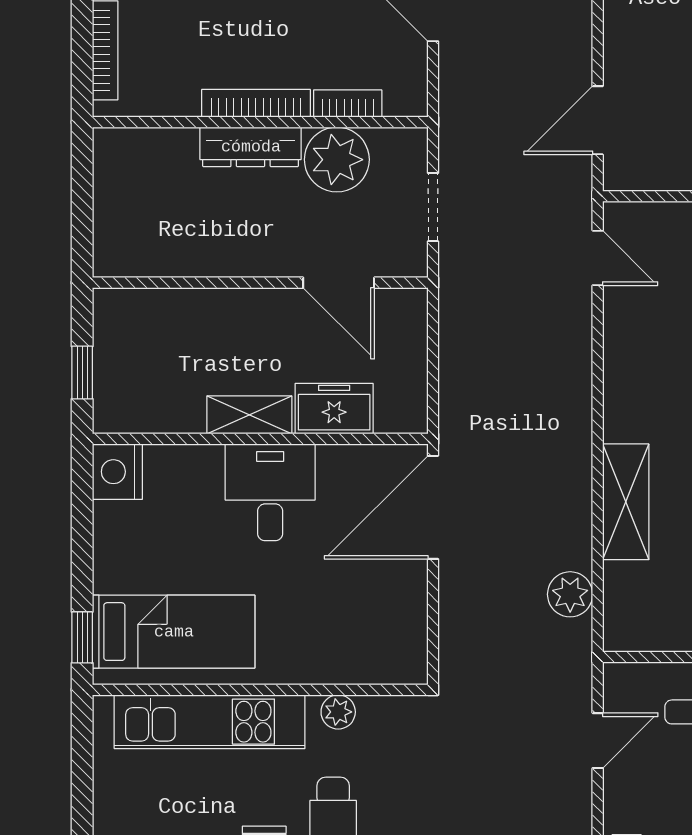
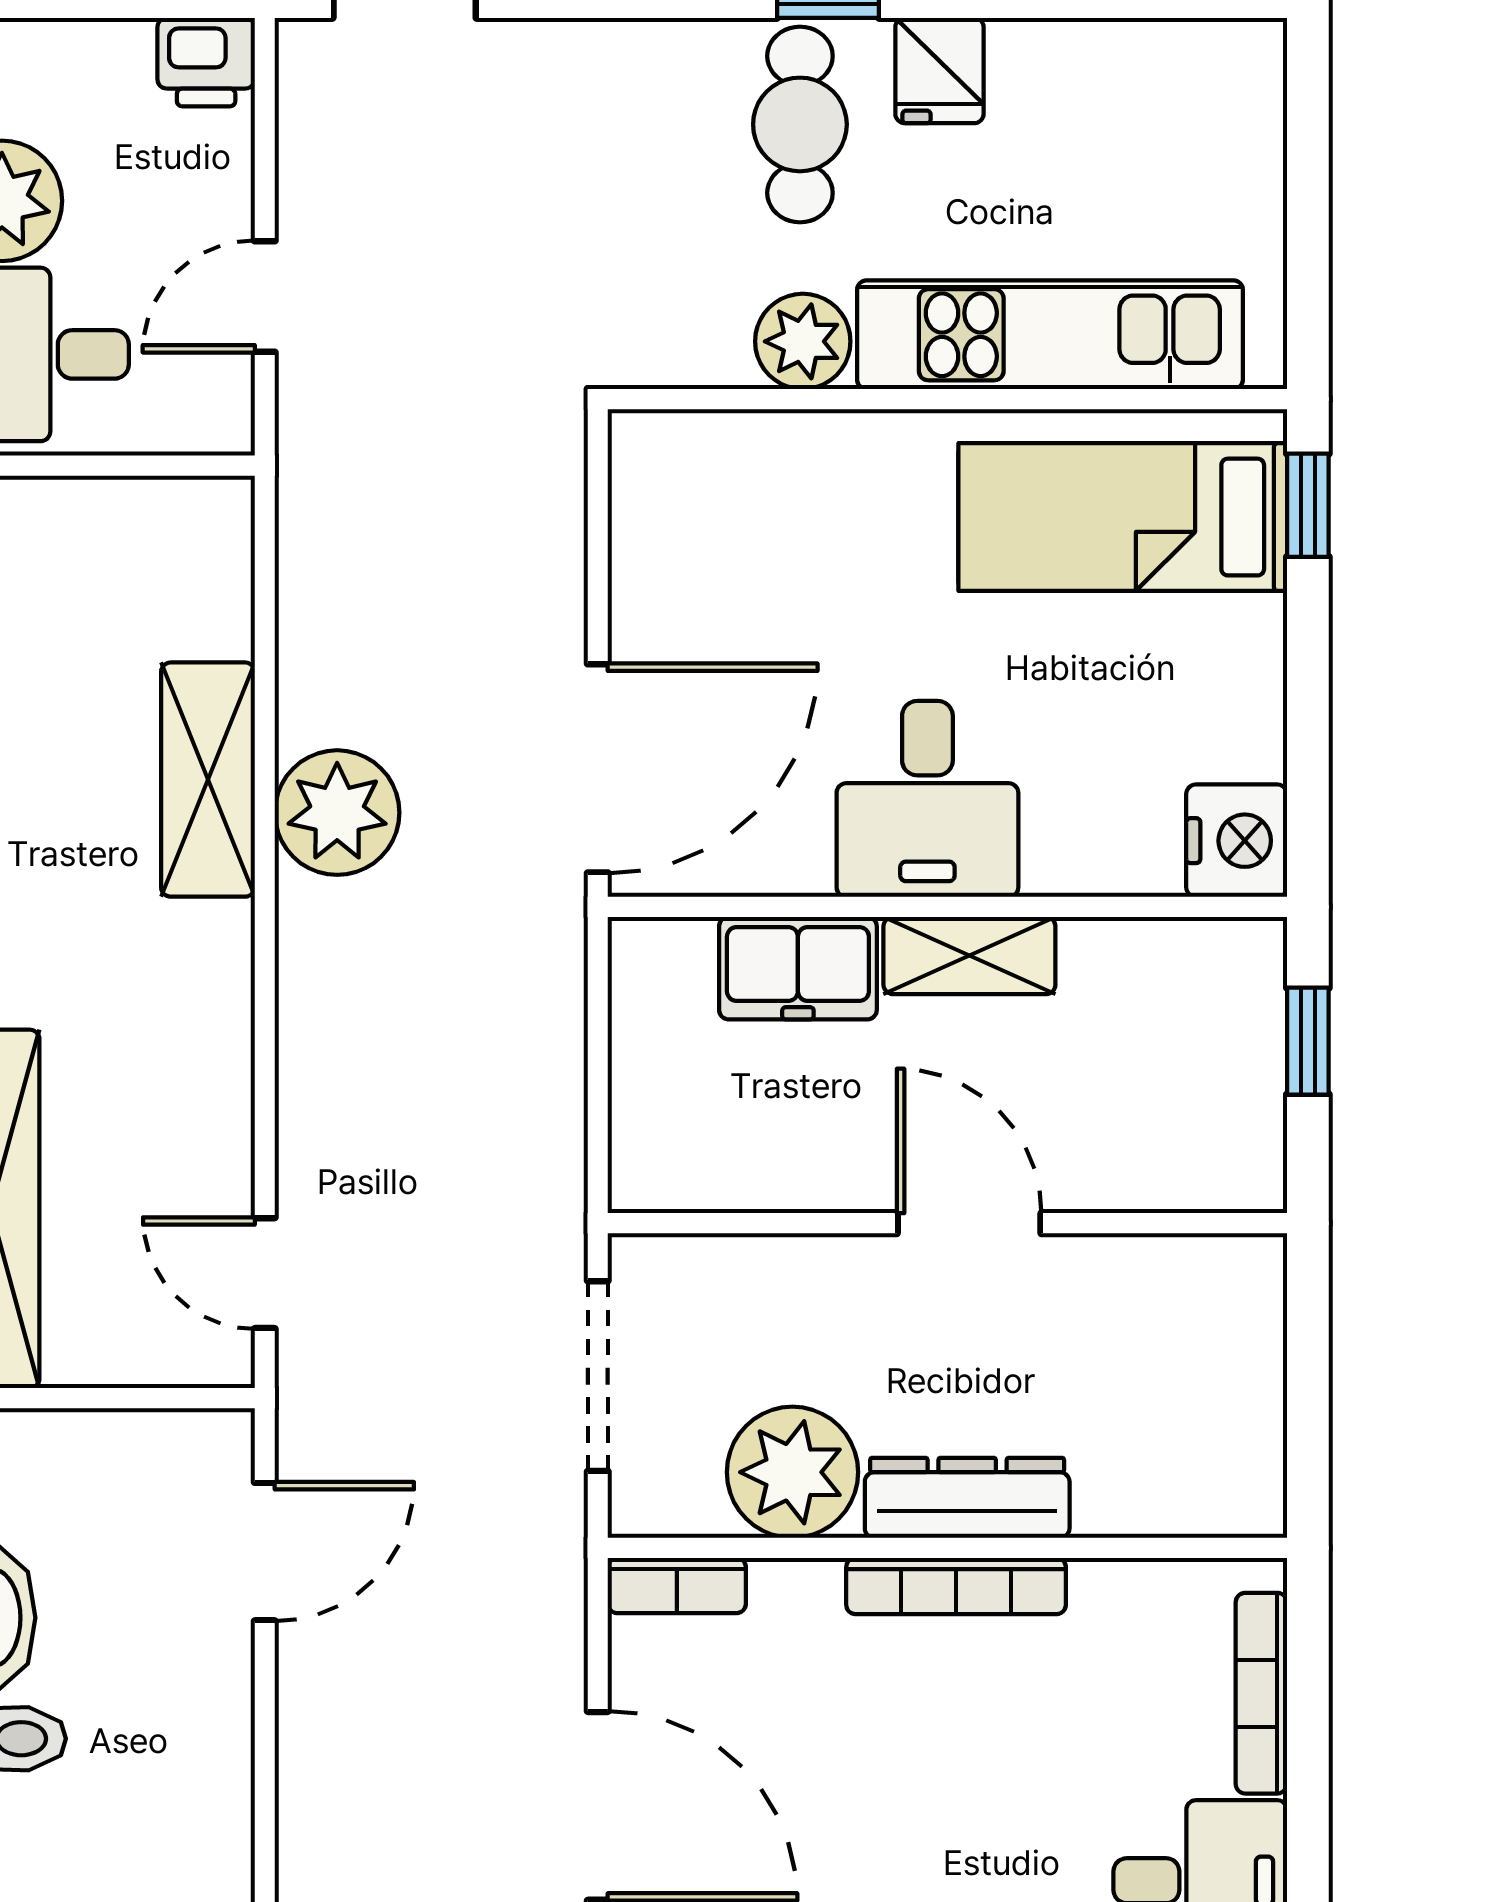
bookcase: (348, 104) -> (677, 1585), moved
doorway: (433, 207) -> (598, 1376), width x1.38
door: (339, 283) -> (969, 1223), moved
plant: (570, 594) -> (337, 813), moved, width x1.36, depth x1.36
plant: (338, 712) -> (803, 341), width x1.38, depth x1.38

